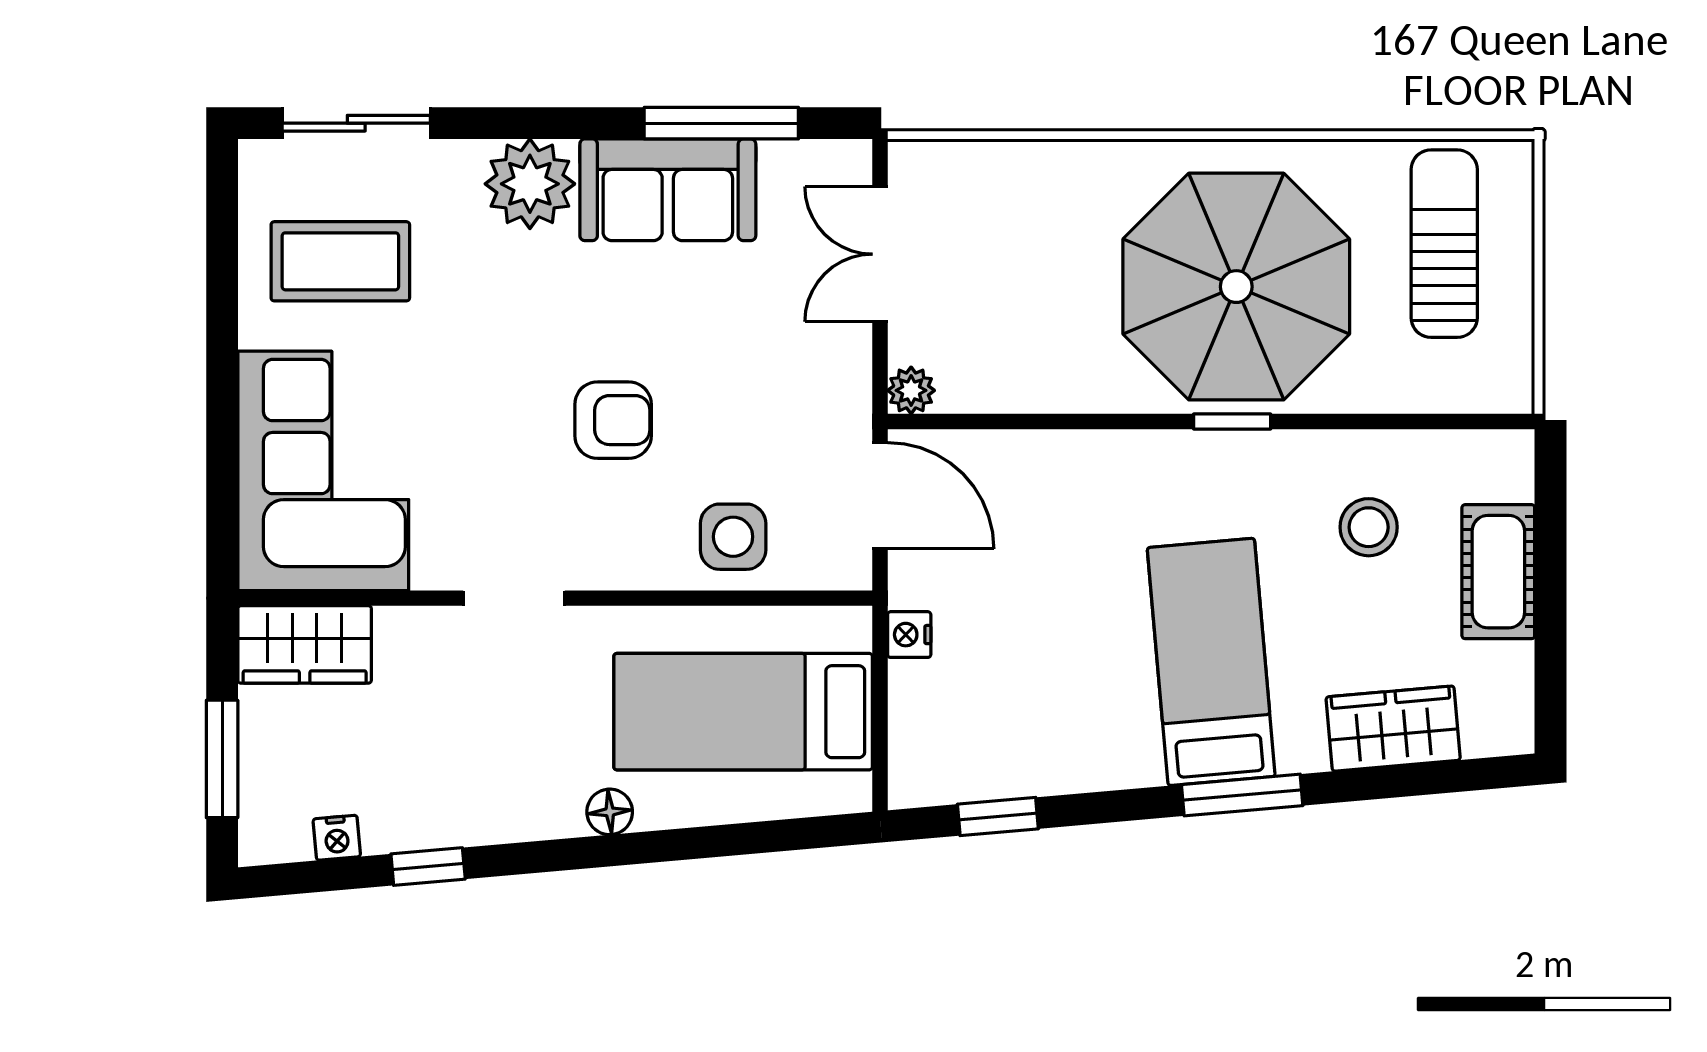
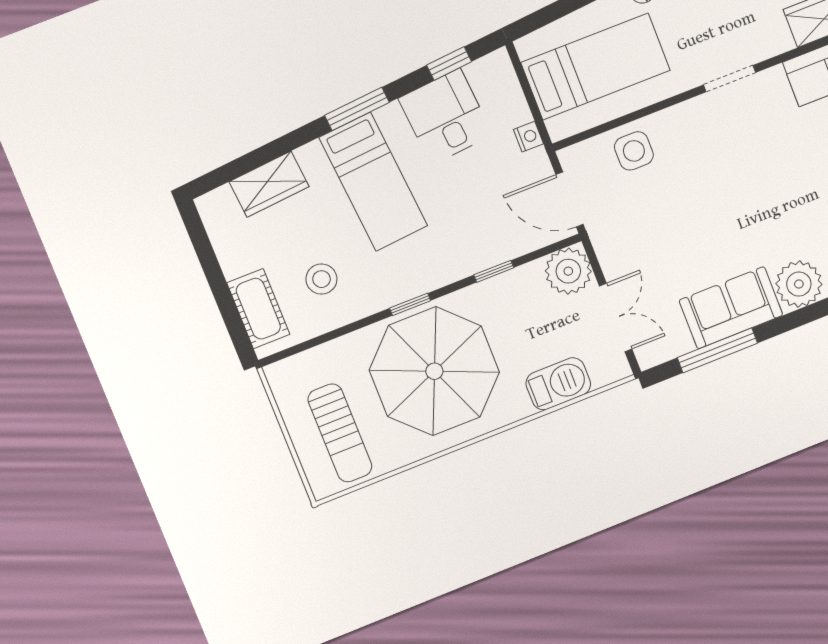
barbecue: (1027, 177) -> (558, 384), added
plant: (911, 390) -> (568, 271), width x1.87, depth x1.87
armchair: (613, 420) -> (715, 185), removed
window: (1063, 422) -> (494, 271), added
cot: (1498, 572) -> (258, 309), moved
desk: (1040, 726) -> (446, 117), added
window: (1242, 795) -> (357, 109), moved

